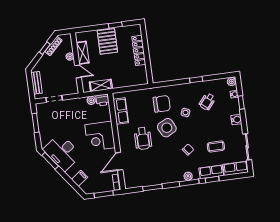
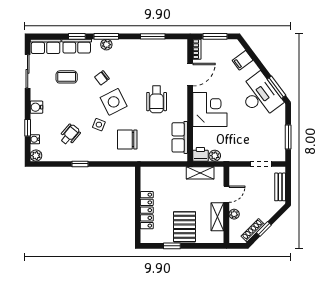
door: (78, 71) -> (226, 194), swing flipped
side table: (167, 128) -> (114, 102), moved
wheelchair: (143, 138) -> (157, 99), turned 180

